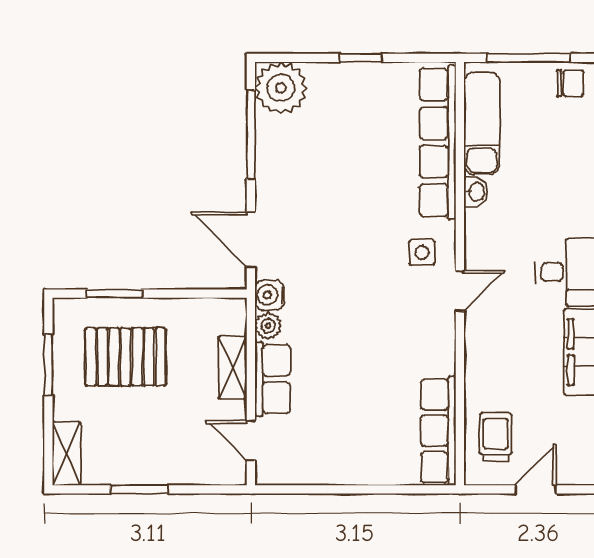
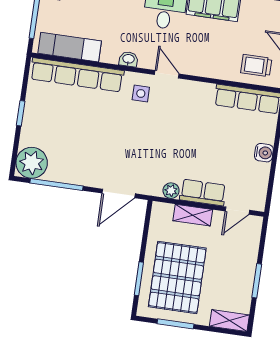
washbasin: (476, 192) -> (128, 59), moved
water cooler: (270, 295) -> (264, 153), moved, turned -90
pallet: (126, 357) -> (177, 277), width x1.37, depth x1.41

